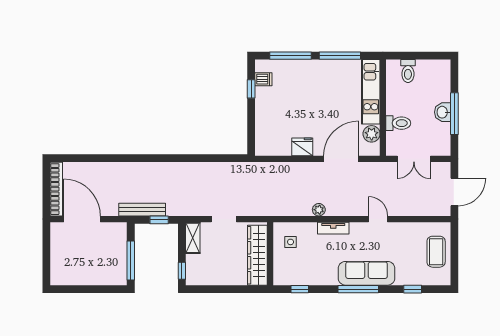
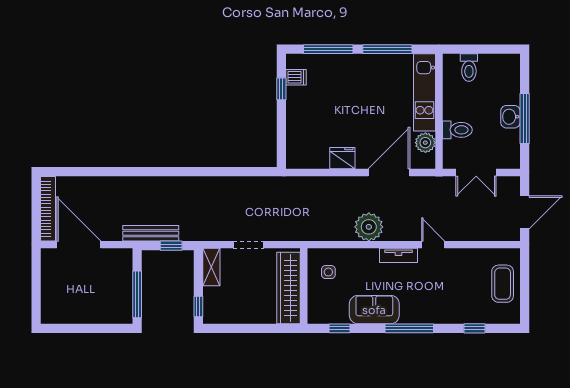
plant: (319, 210) -> (369, 227), width x1.87, depth x1.87
tv unit: (333, 228) -> (399, 255), moved
sofa: (367, 273) -> (374, 310), moved, width x0.73

